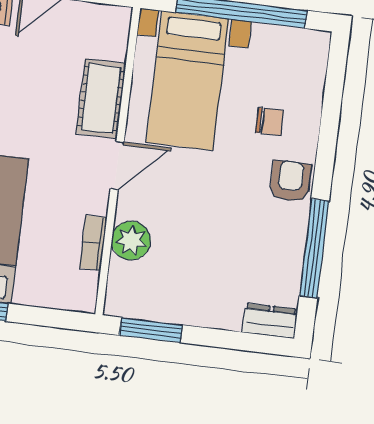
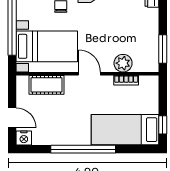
cot: (101, 98) -> (46, 85), moved

